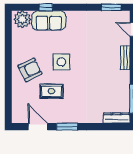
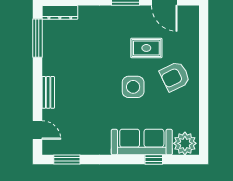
sofa: (49, 20) -> (142, 142), width x1.36

